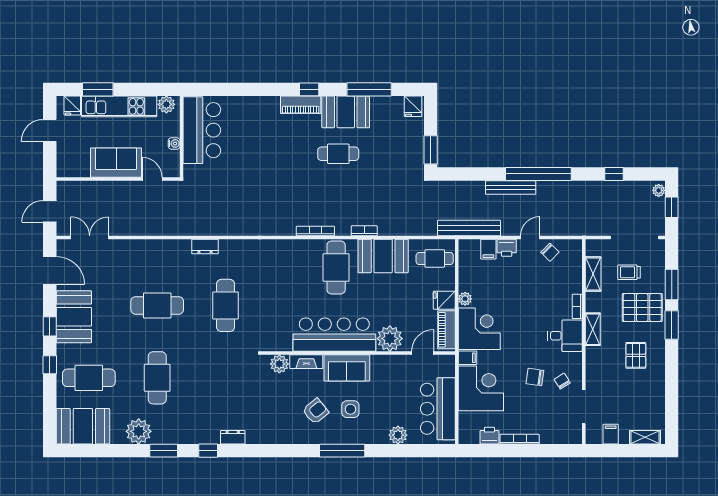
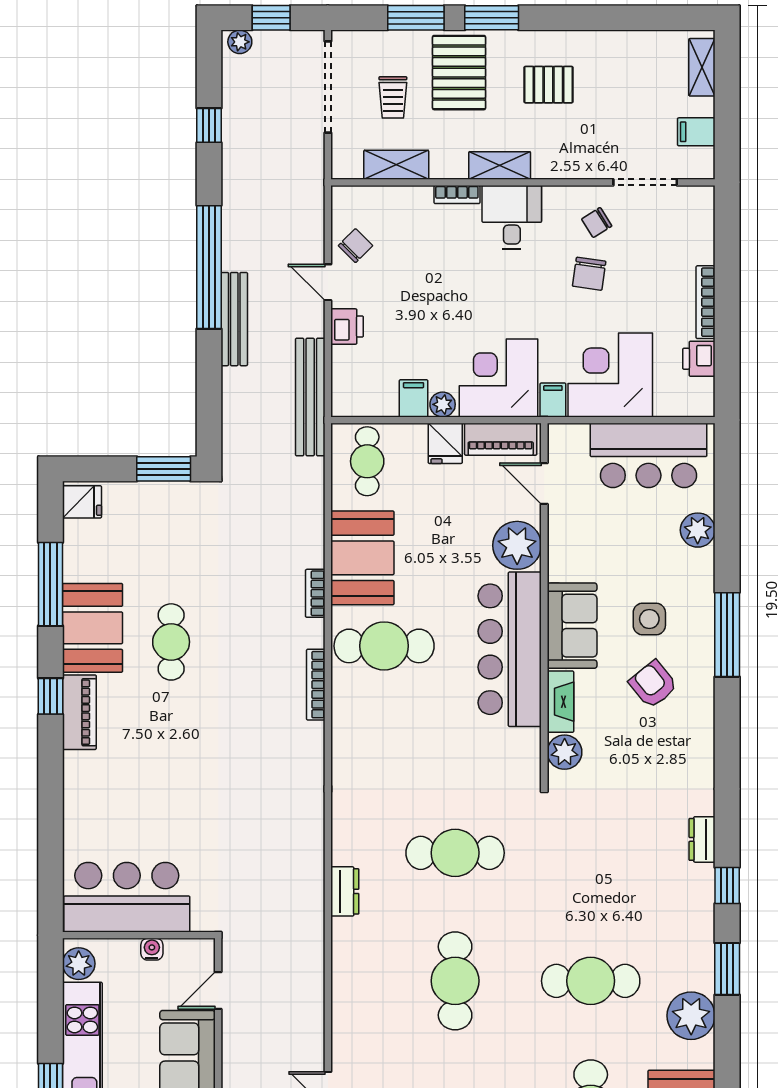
filing cabinet: (488, 249) -> (414, 398), moved, turned -90

